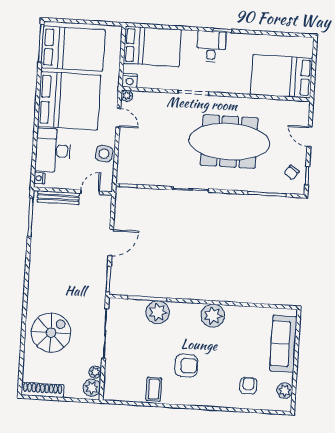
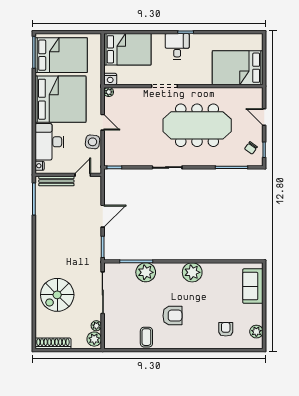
door: (118, 118) -> (103, 122), moved
spiral stairs: (51, 333) -> (57, 295), turned 180
sofa: (283, 344) -> (253, 286), width x0.73

